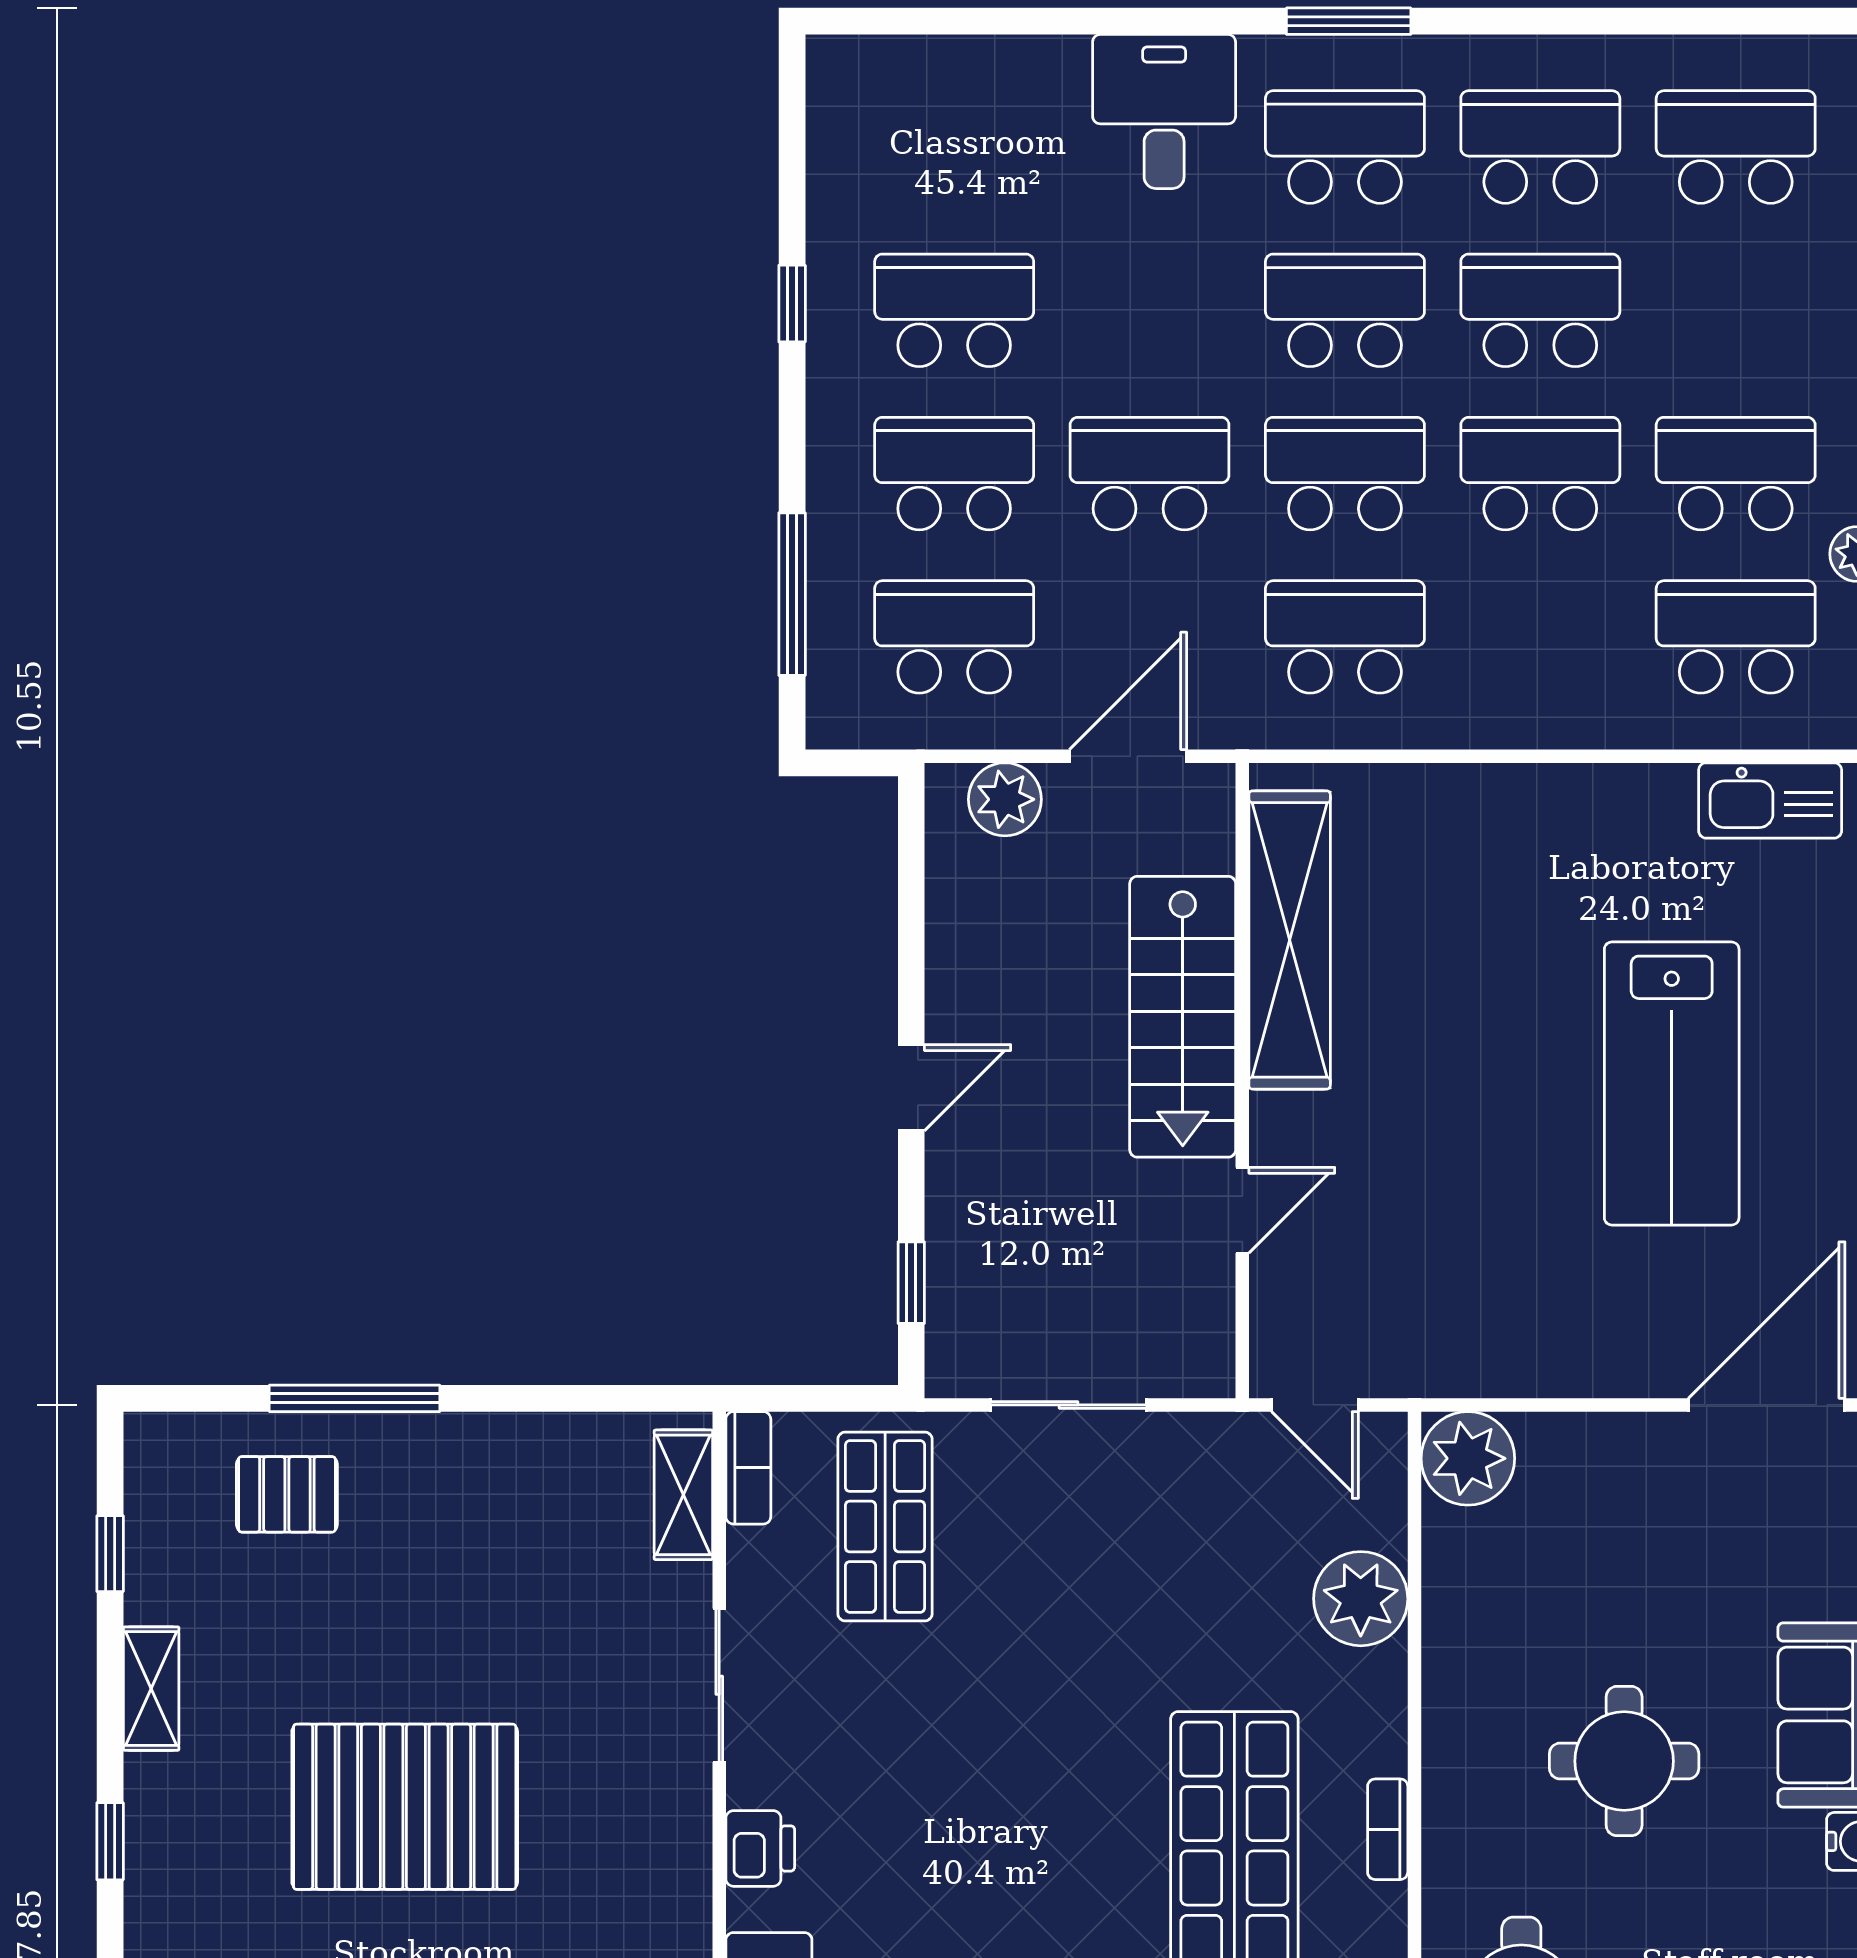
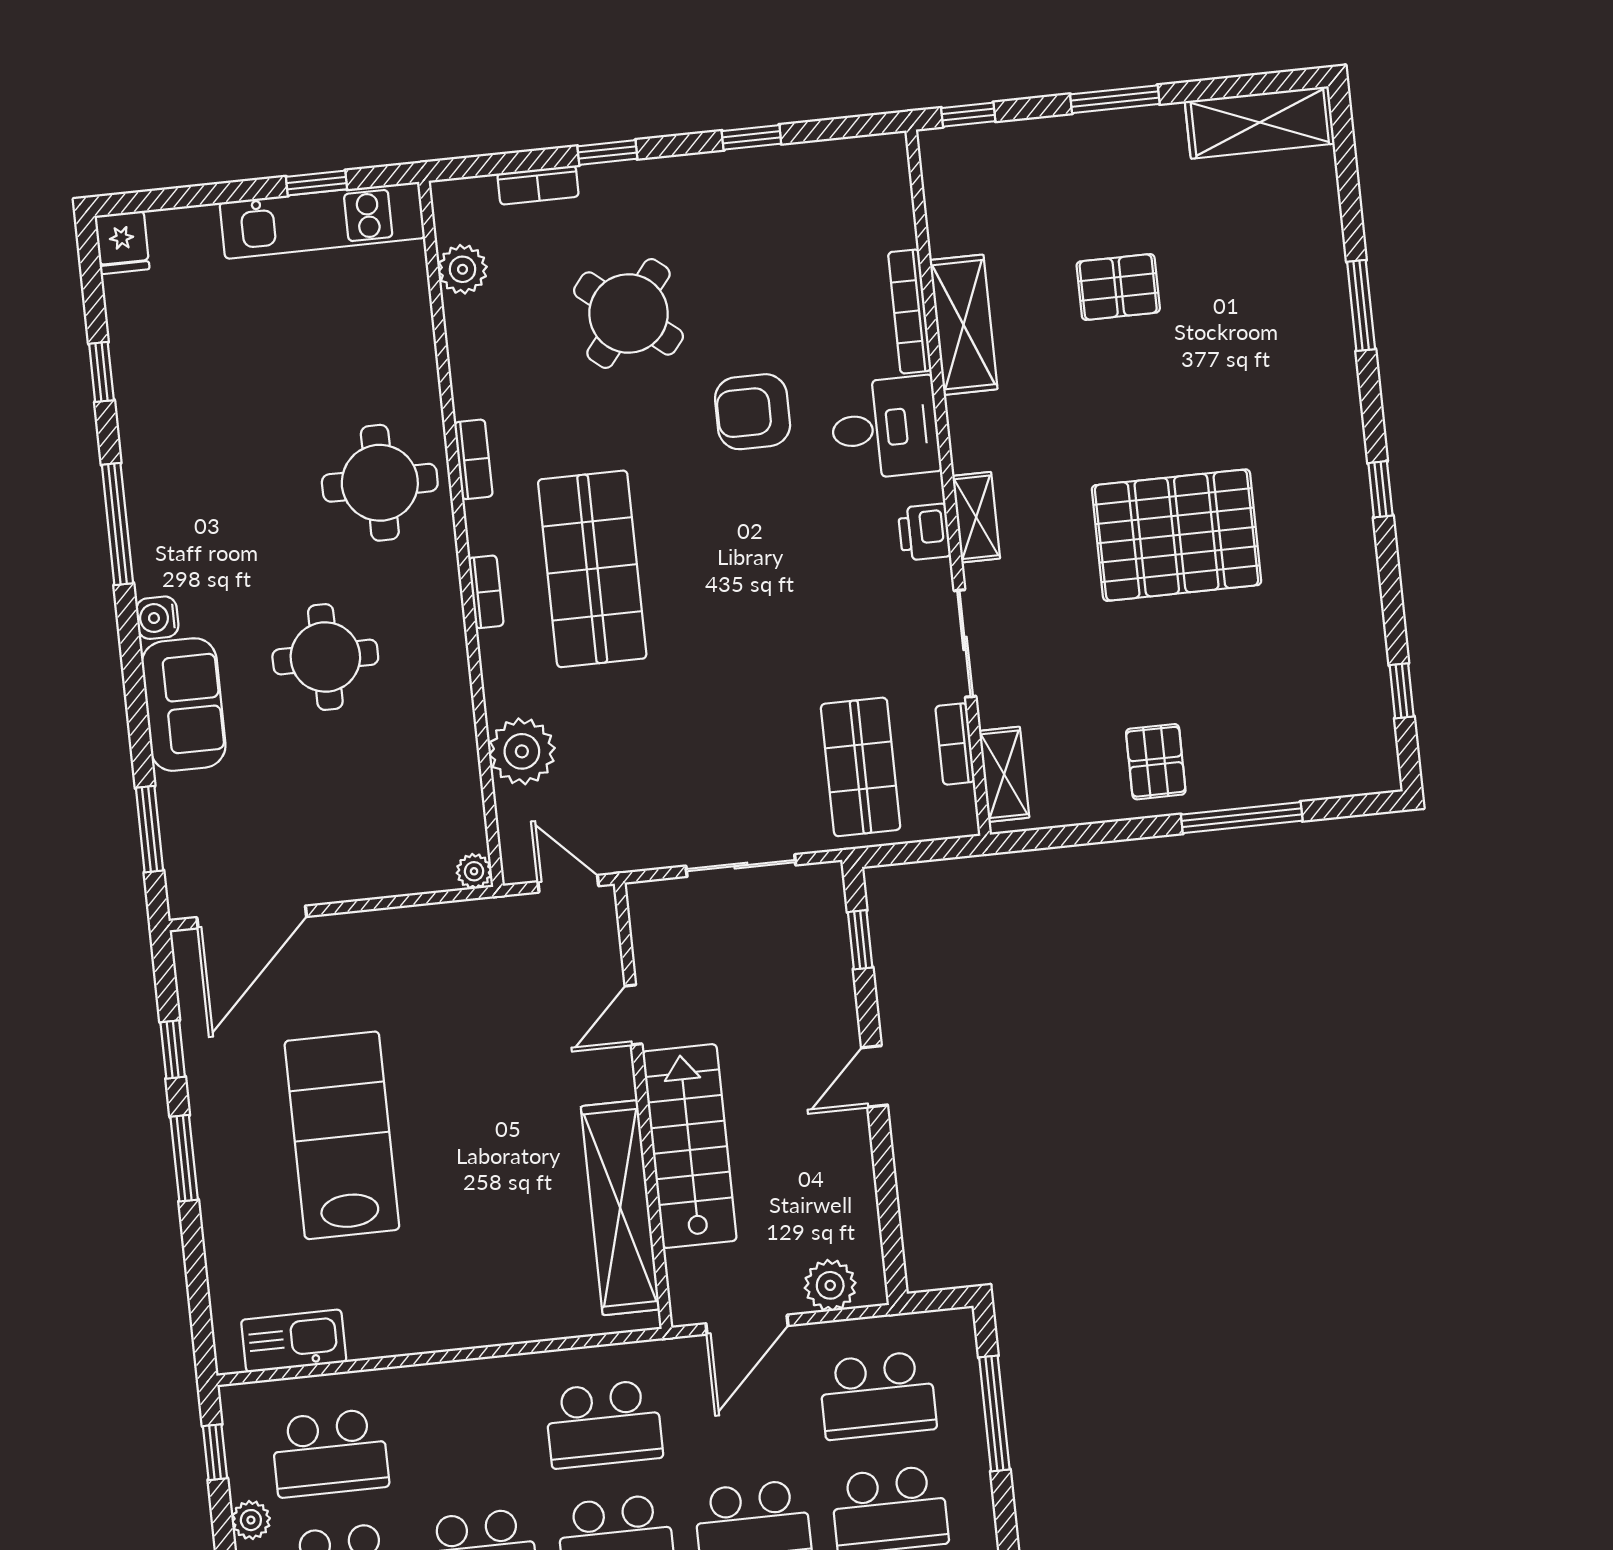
plant: (1468, 1458) -> (474, 871), width x0.53, depth x0.53
bookcase: (748, 1468) -> (955, 744), moved
pallet: (287, 1494) -> (1156, 762), moved, turned 90
shelving: (151, 1689) -> (976, 517), moved

